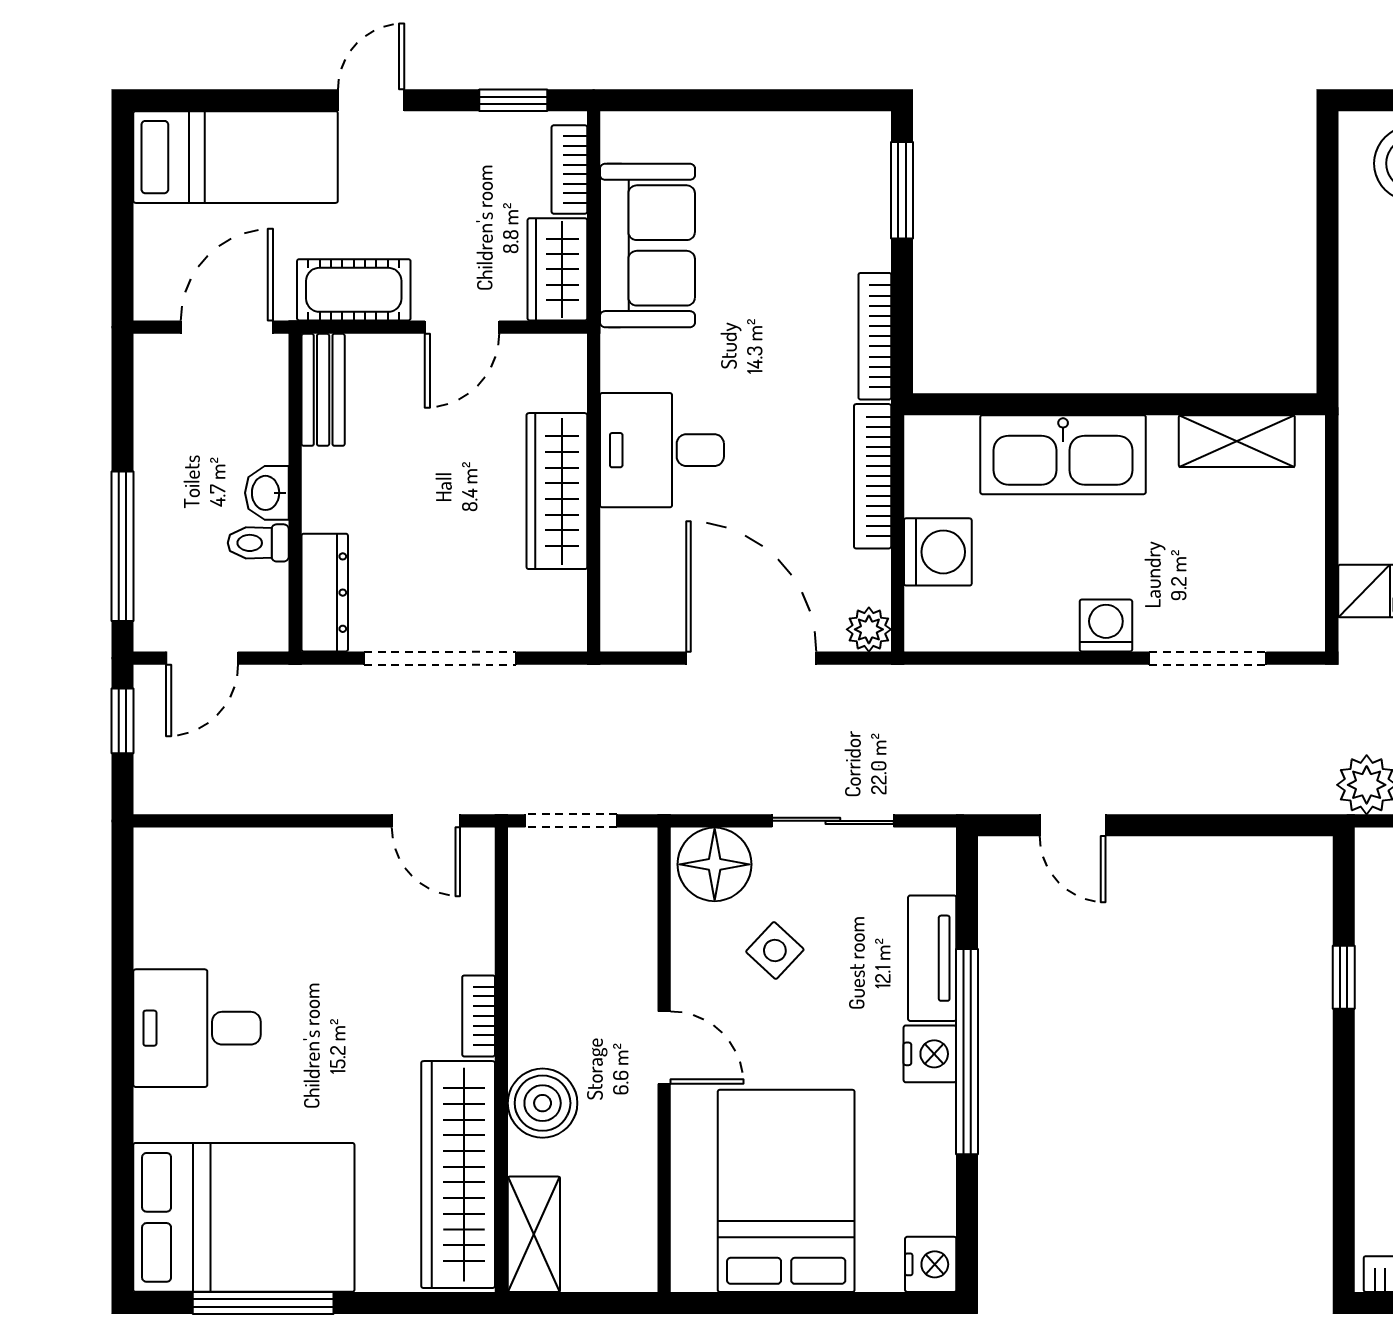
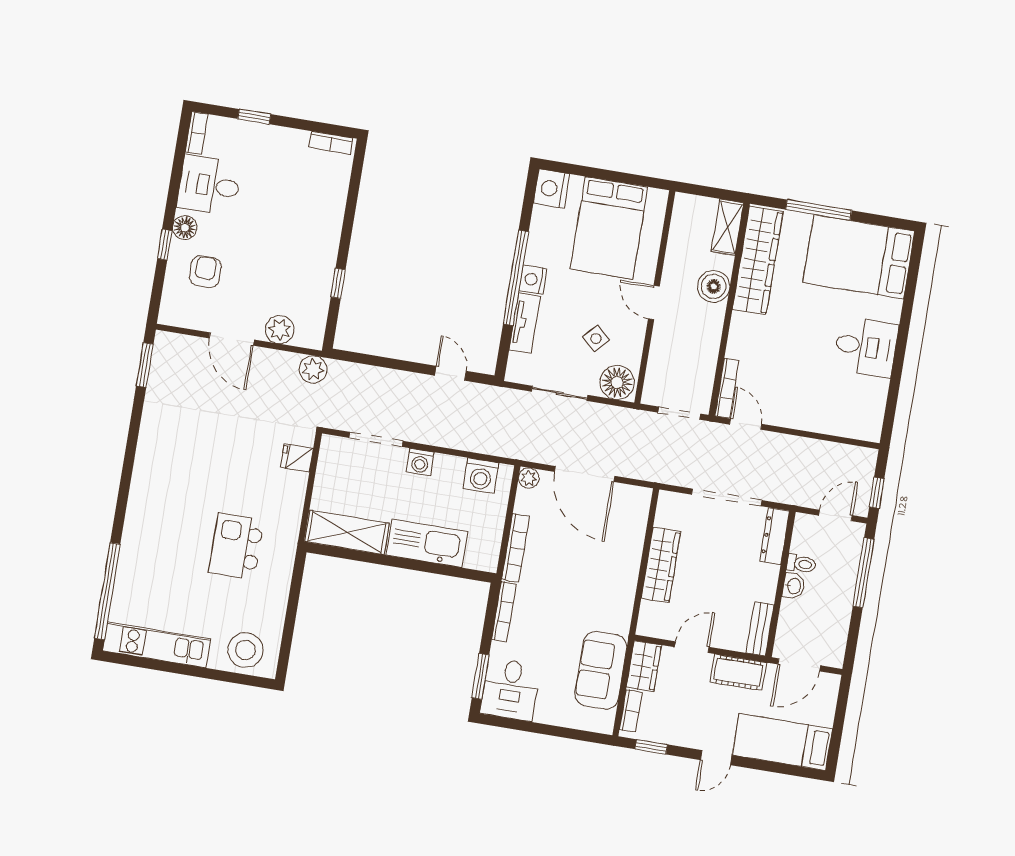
shelving: (1237, 441) -> (347, 532), width x1.50, depth x1.33
desk: (662, 450) -> (510, 689), moved, turned 90
washing machine: (938, 552) -> (481, 476), moved, turned -90
bookcase: (479, 1016) -> (727, 388), moved, width x1.56
nightstand: (931, 1264) -> (552, 189), width x1.36, depth x1.33
window: (263, 1303) -> (819, 210), moved

